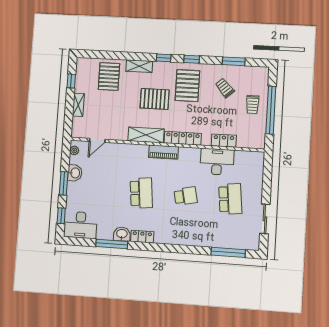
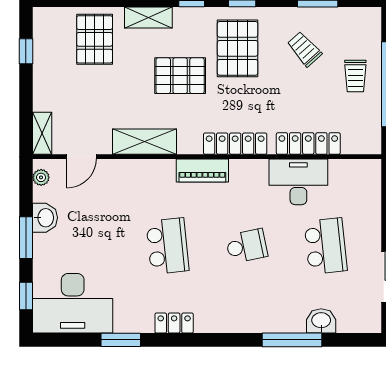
shelving: (78, 105) -> (42, 133), moved
shelving: (146, 135) -> (144, 142), moved
locker: (224, 141) -> (308, 143), width x1.53
desk: (80, 225) -> (73, 303), width x1.36, depth x1.30
washbasin: (122, 234) -> (321, 321), moved
window: (112, 244) -> (121, 340), width x0.69
window: (228, 252) -> (292, 340), moved

